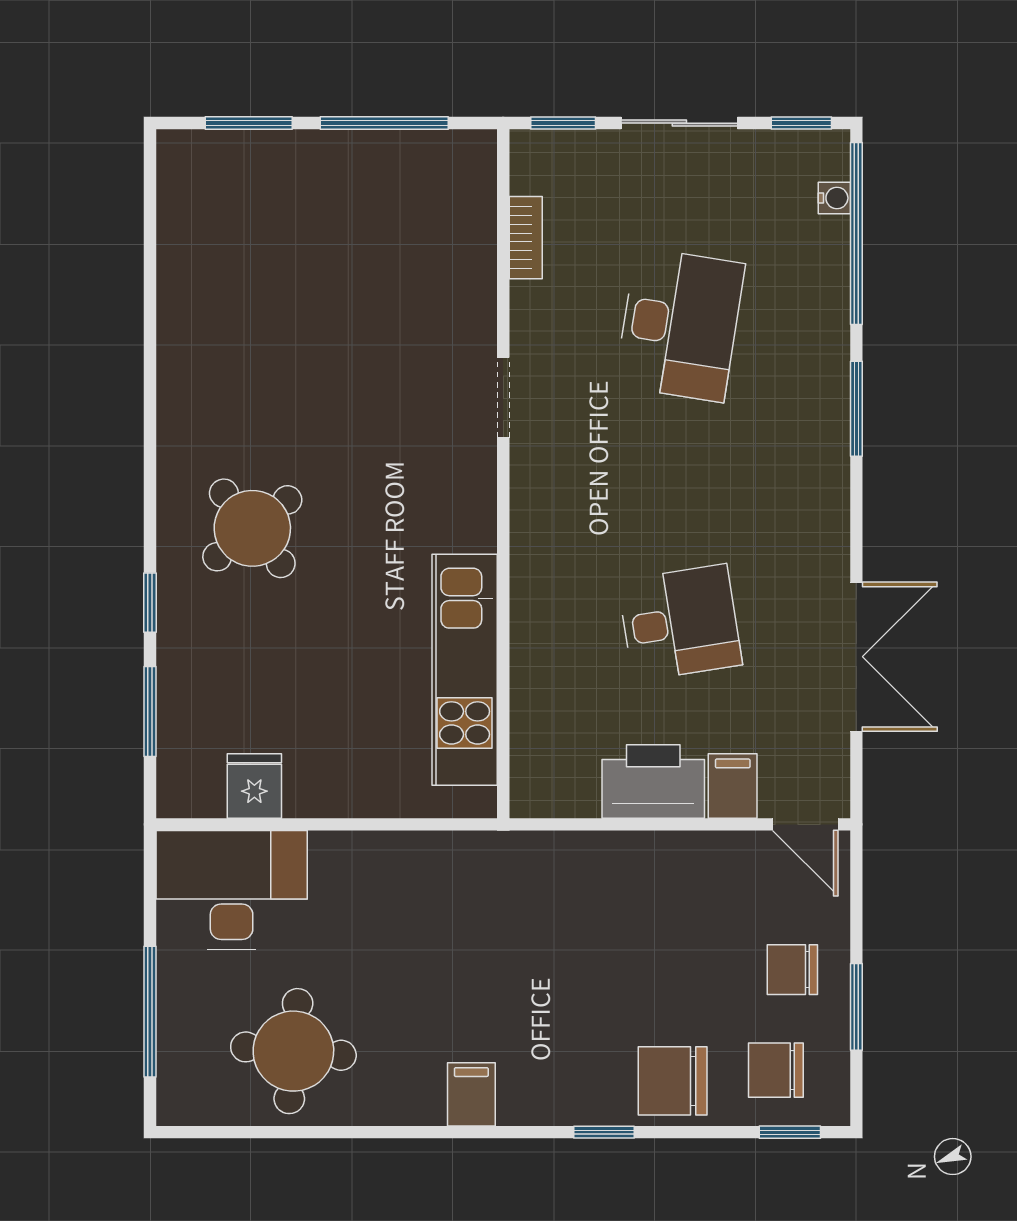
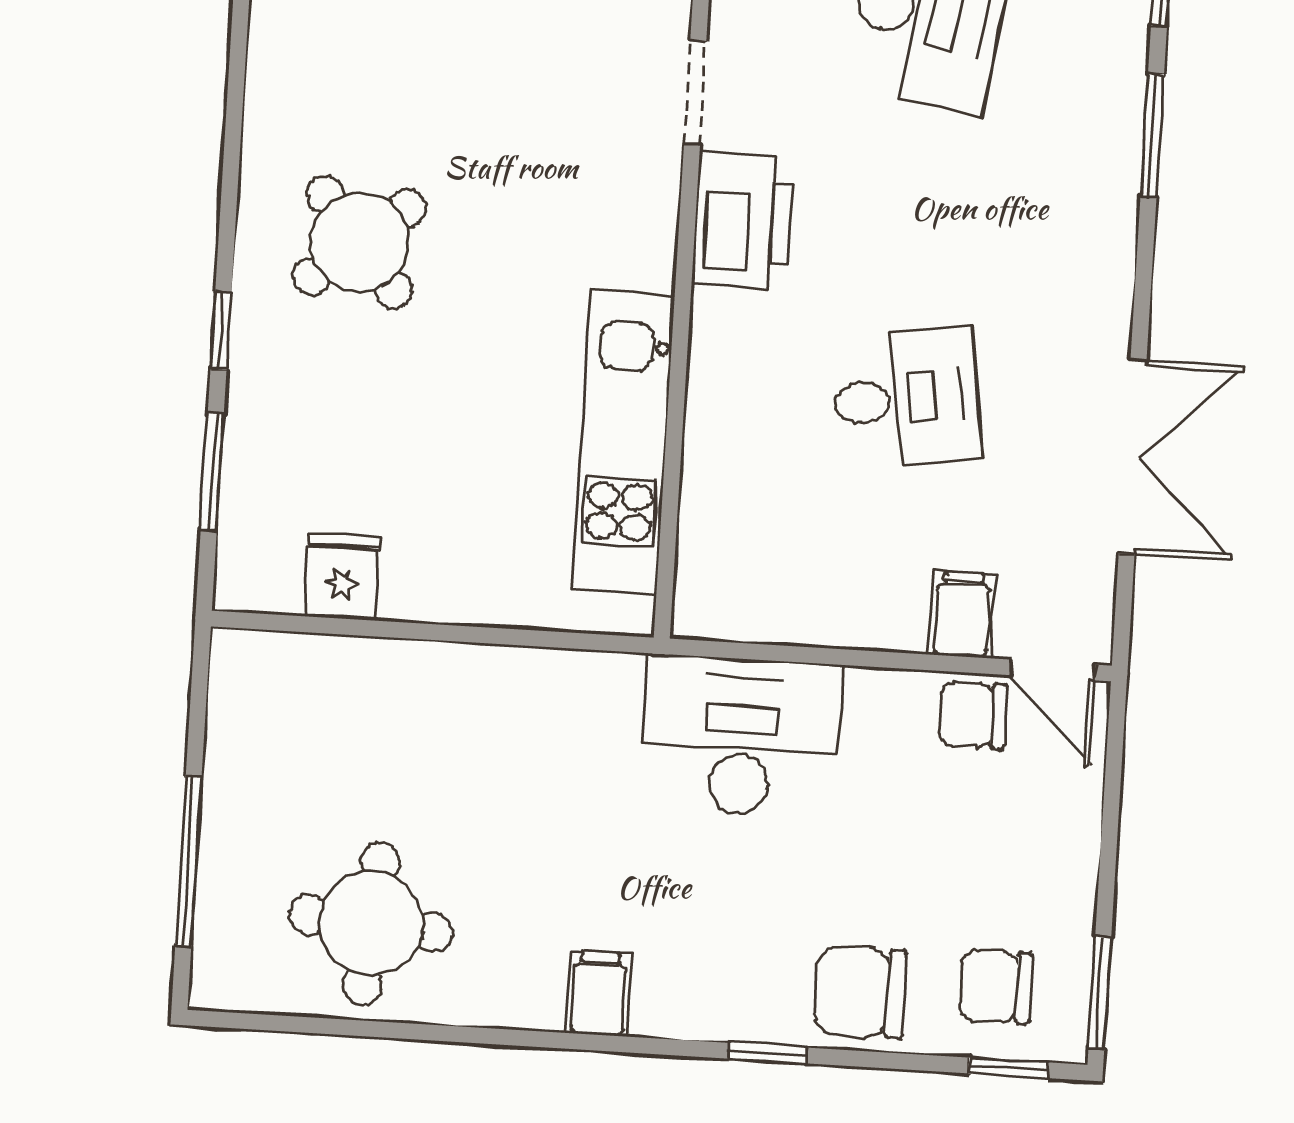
printer: (653, 781) -> (743, 221), moved, turned 90
desk: (232, 890) -> (741, 736), moved
chair: (792, 970) -> (973, 715), moved
window: (856, 1007) -> (1100, 992), moved

